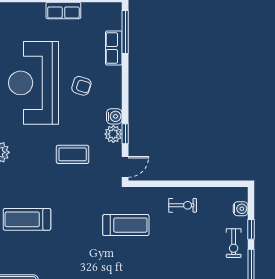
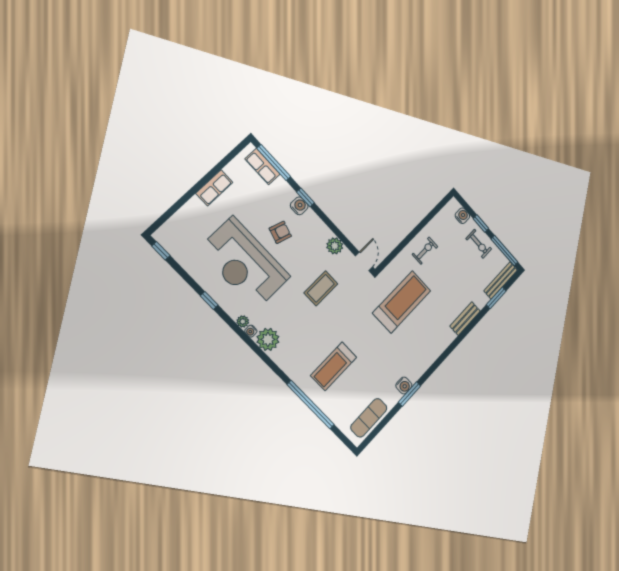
row of seats: (114, 48) -> (262, 167), moved
water cooler: (114, 116) -> (299, 206), moved
window: (125, 134) -> (305, 197), moved
treadmill: (126, 225) -> (402, 302), width x1.37, depth x1.38

